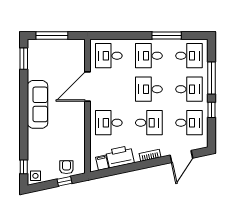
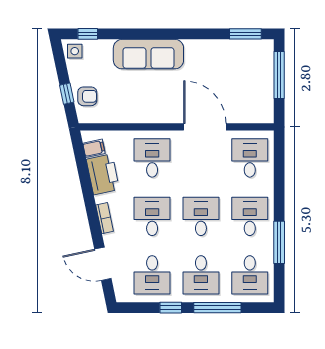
sofa: (38, 104) -> (148, 54), moved
desk: (149, 123) -> (152, 216), turned 180

